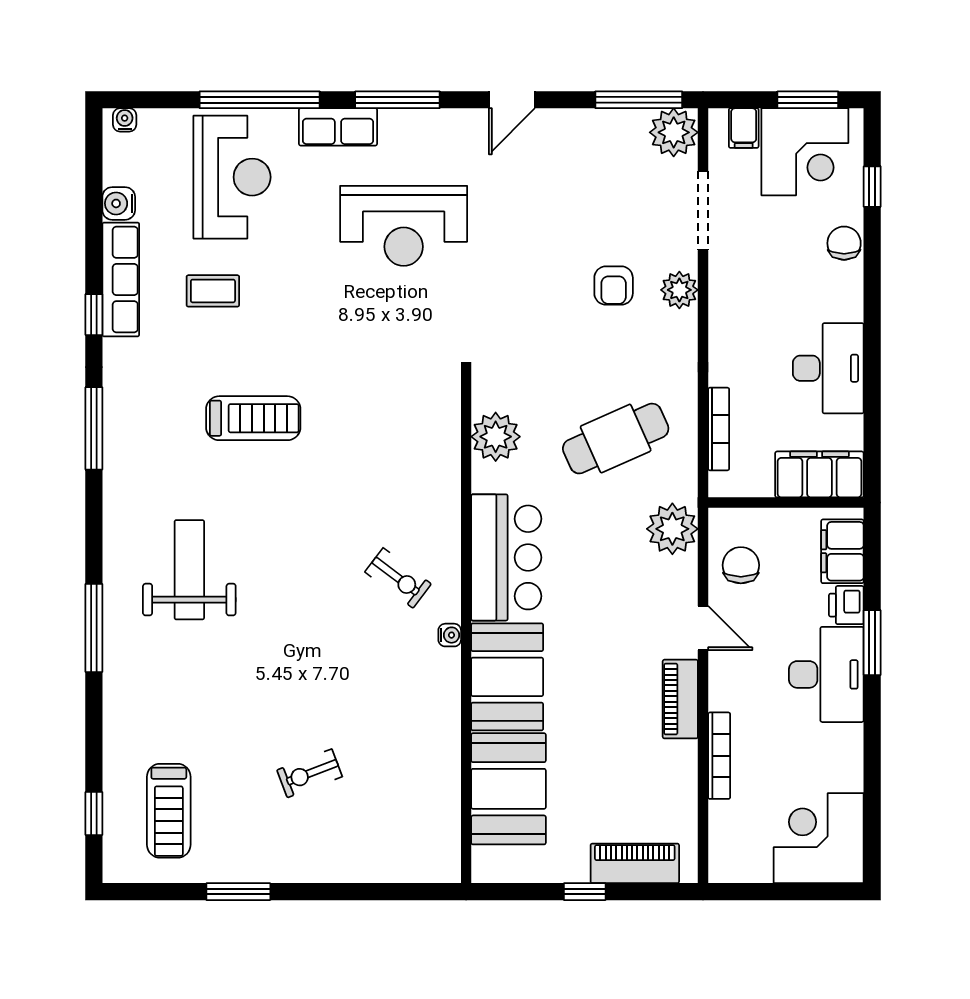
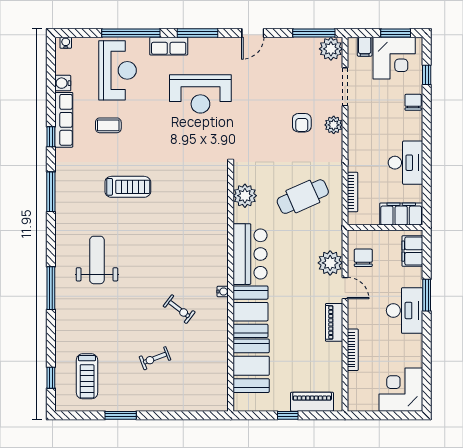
plant: (672, 529) -> (330, 263), moved
exercise bike: (398, 578) -> (179, 309), moved
printer: (846, 605) -> (414, 277), removed

